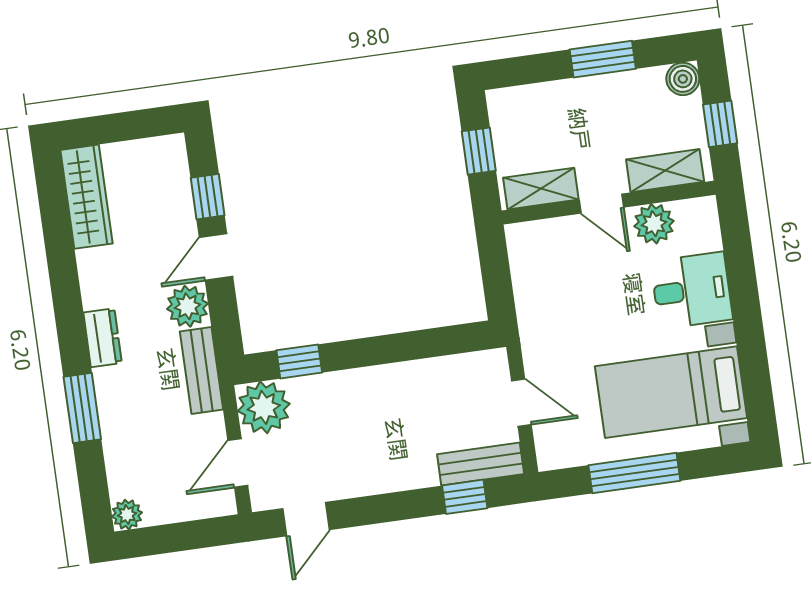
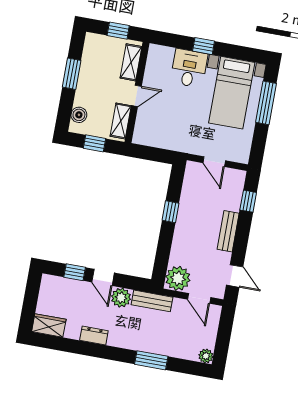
boiler: (683, 79) -> (79, 115), moved
wardrobe: (87, 197) -> (49, 325), width x0.67
plant: (654, 224) -> (153, 75), removed
window: (746, 305) -> (204, 46), added
dresser: (103, 338) -> (94, 335), moved
window: (299, 361) -> (170, 212), moved
door: (521, 403) -> (214, 162), swing flipped
bench: (481, 464) -> (228, 231), moved
window: (634, 473) -> (266, 103), moved

